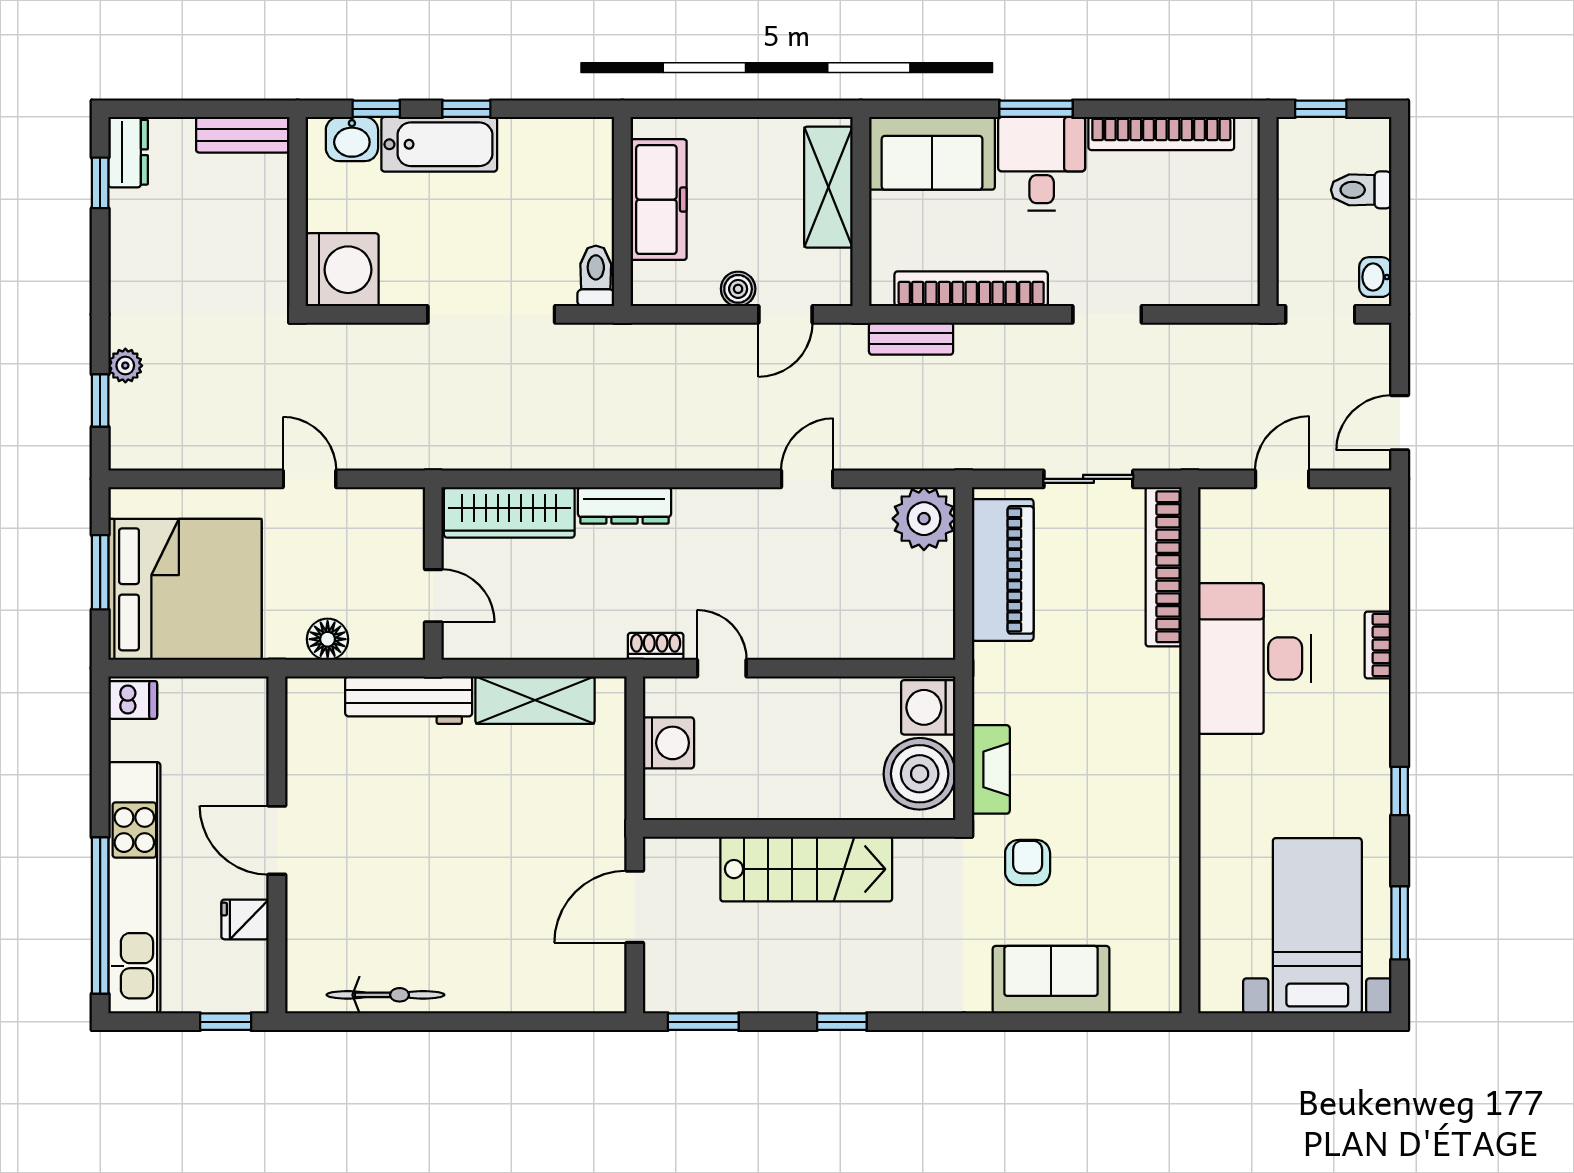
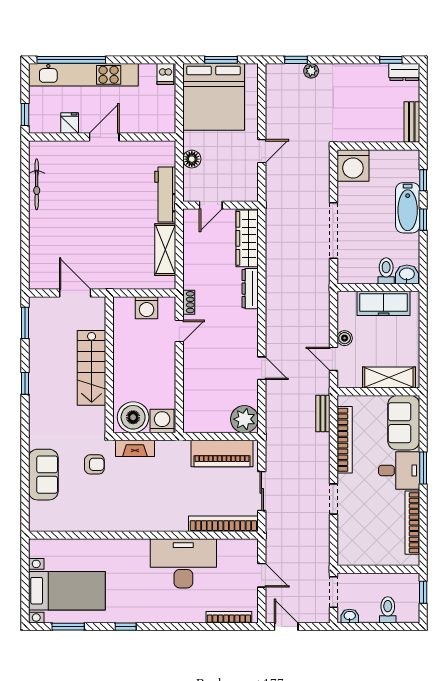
washbasin: (352, 139) -> (407, 274), moved, turned 90
toilet: (596, 276) -> (386, 271), moved, turned -90
bookcase: (1378, 645) -> (229, 617), moved, width x1.56

